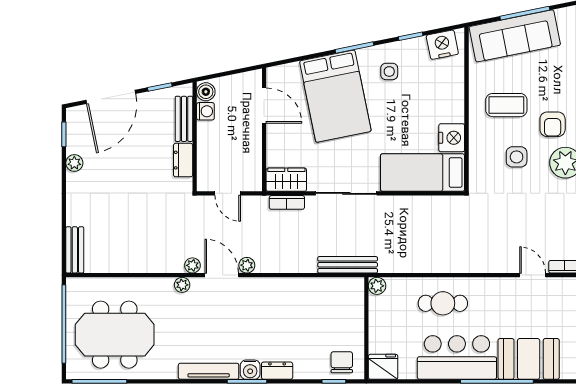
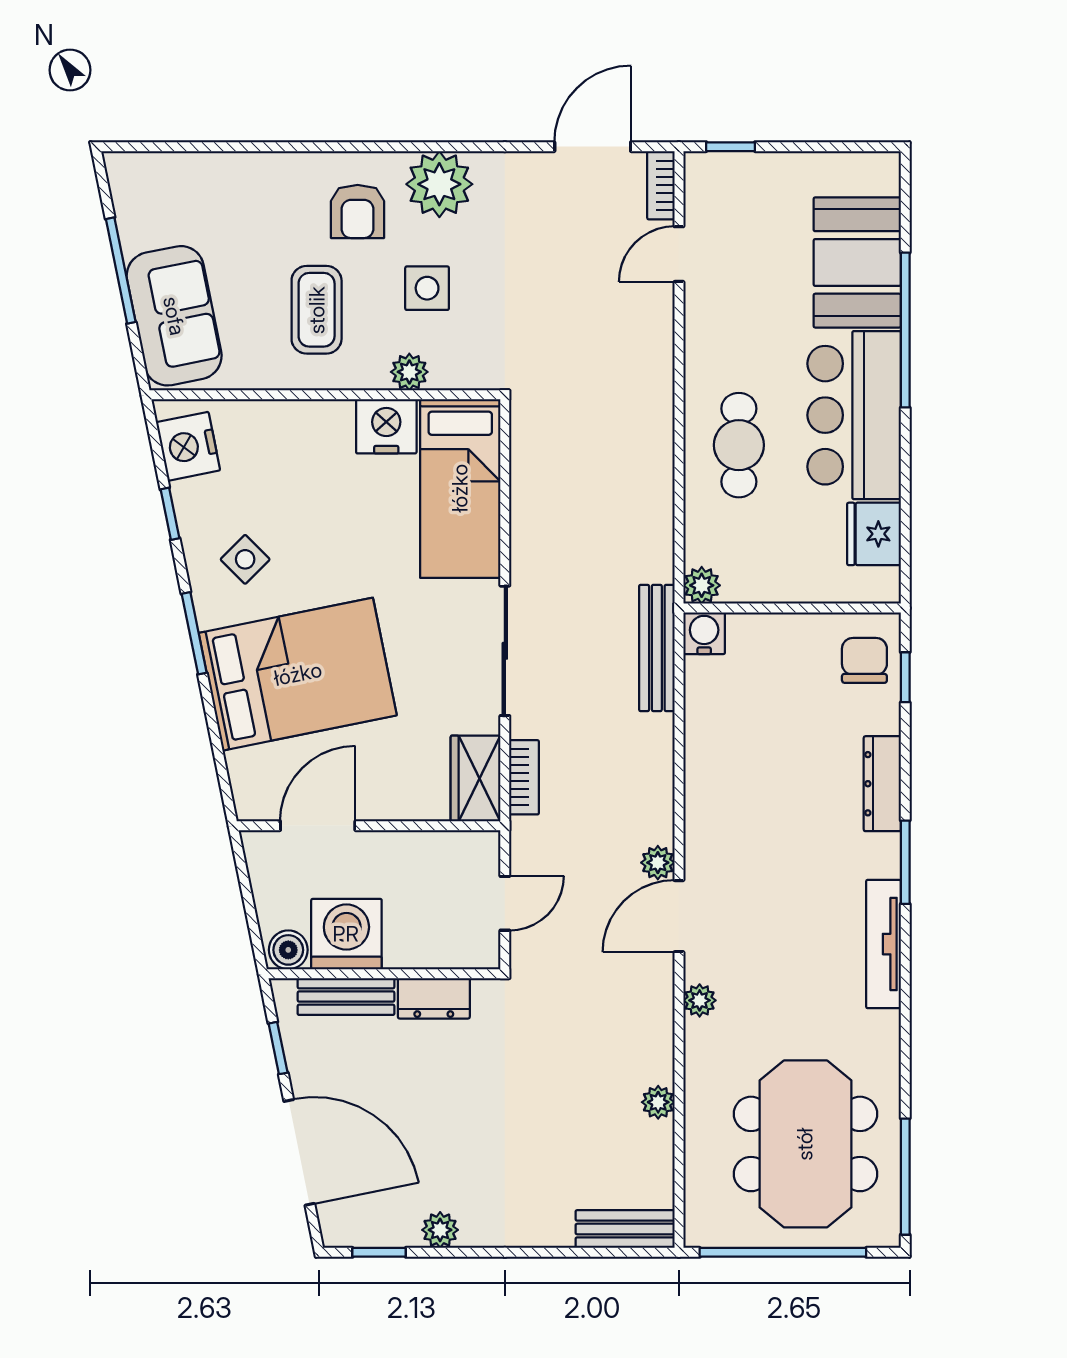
sofa: (515, 36) -> (174, 316), width x0.73
side table: (389, 71) -> (245, 559), turned 45
washing machine: (205, 111) -> (346, 934), width x1.89, depth x1.89
armchair: (553, 124) -> (358, 212), turned 90
plant: (477, 149) -> (409, 372), added
plant: (192, 265) -> (658, 1102), moved
chair: (342, 362) -> (864, 660), turned 90
fridge: (383, 367) -> (874, 534), moved
water cooler: (250, 370) -> (704, 633), moved, turned -90
dresser: (277, 371) -> (882, 784), width x1.44

